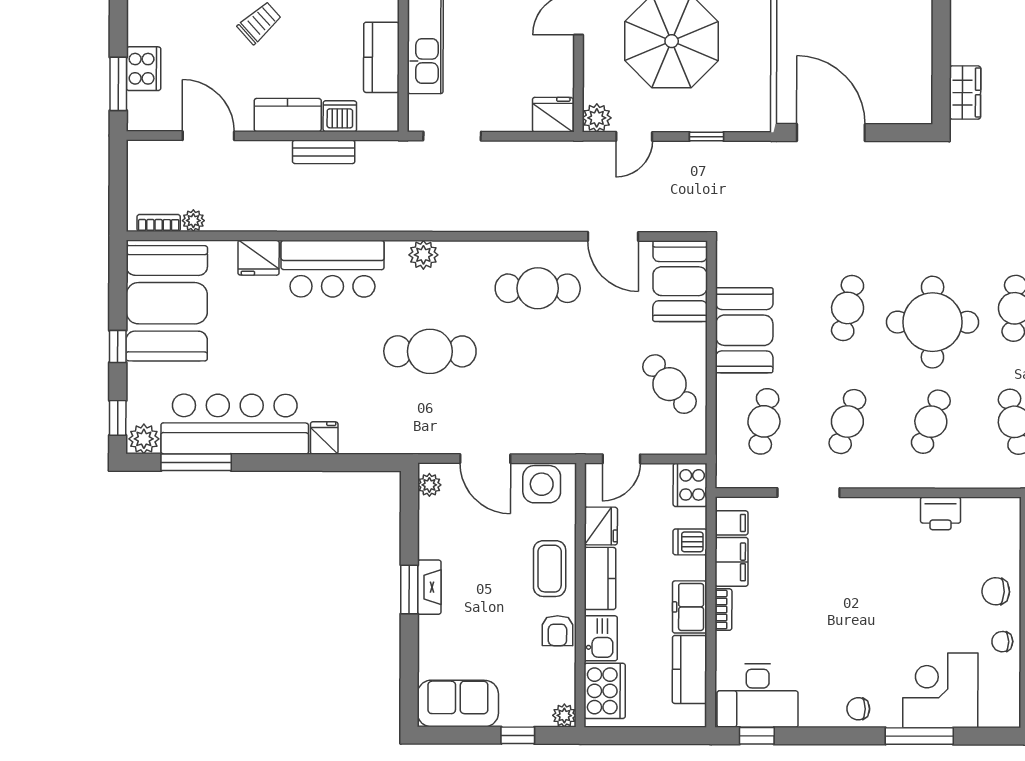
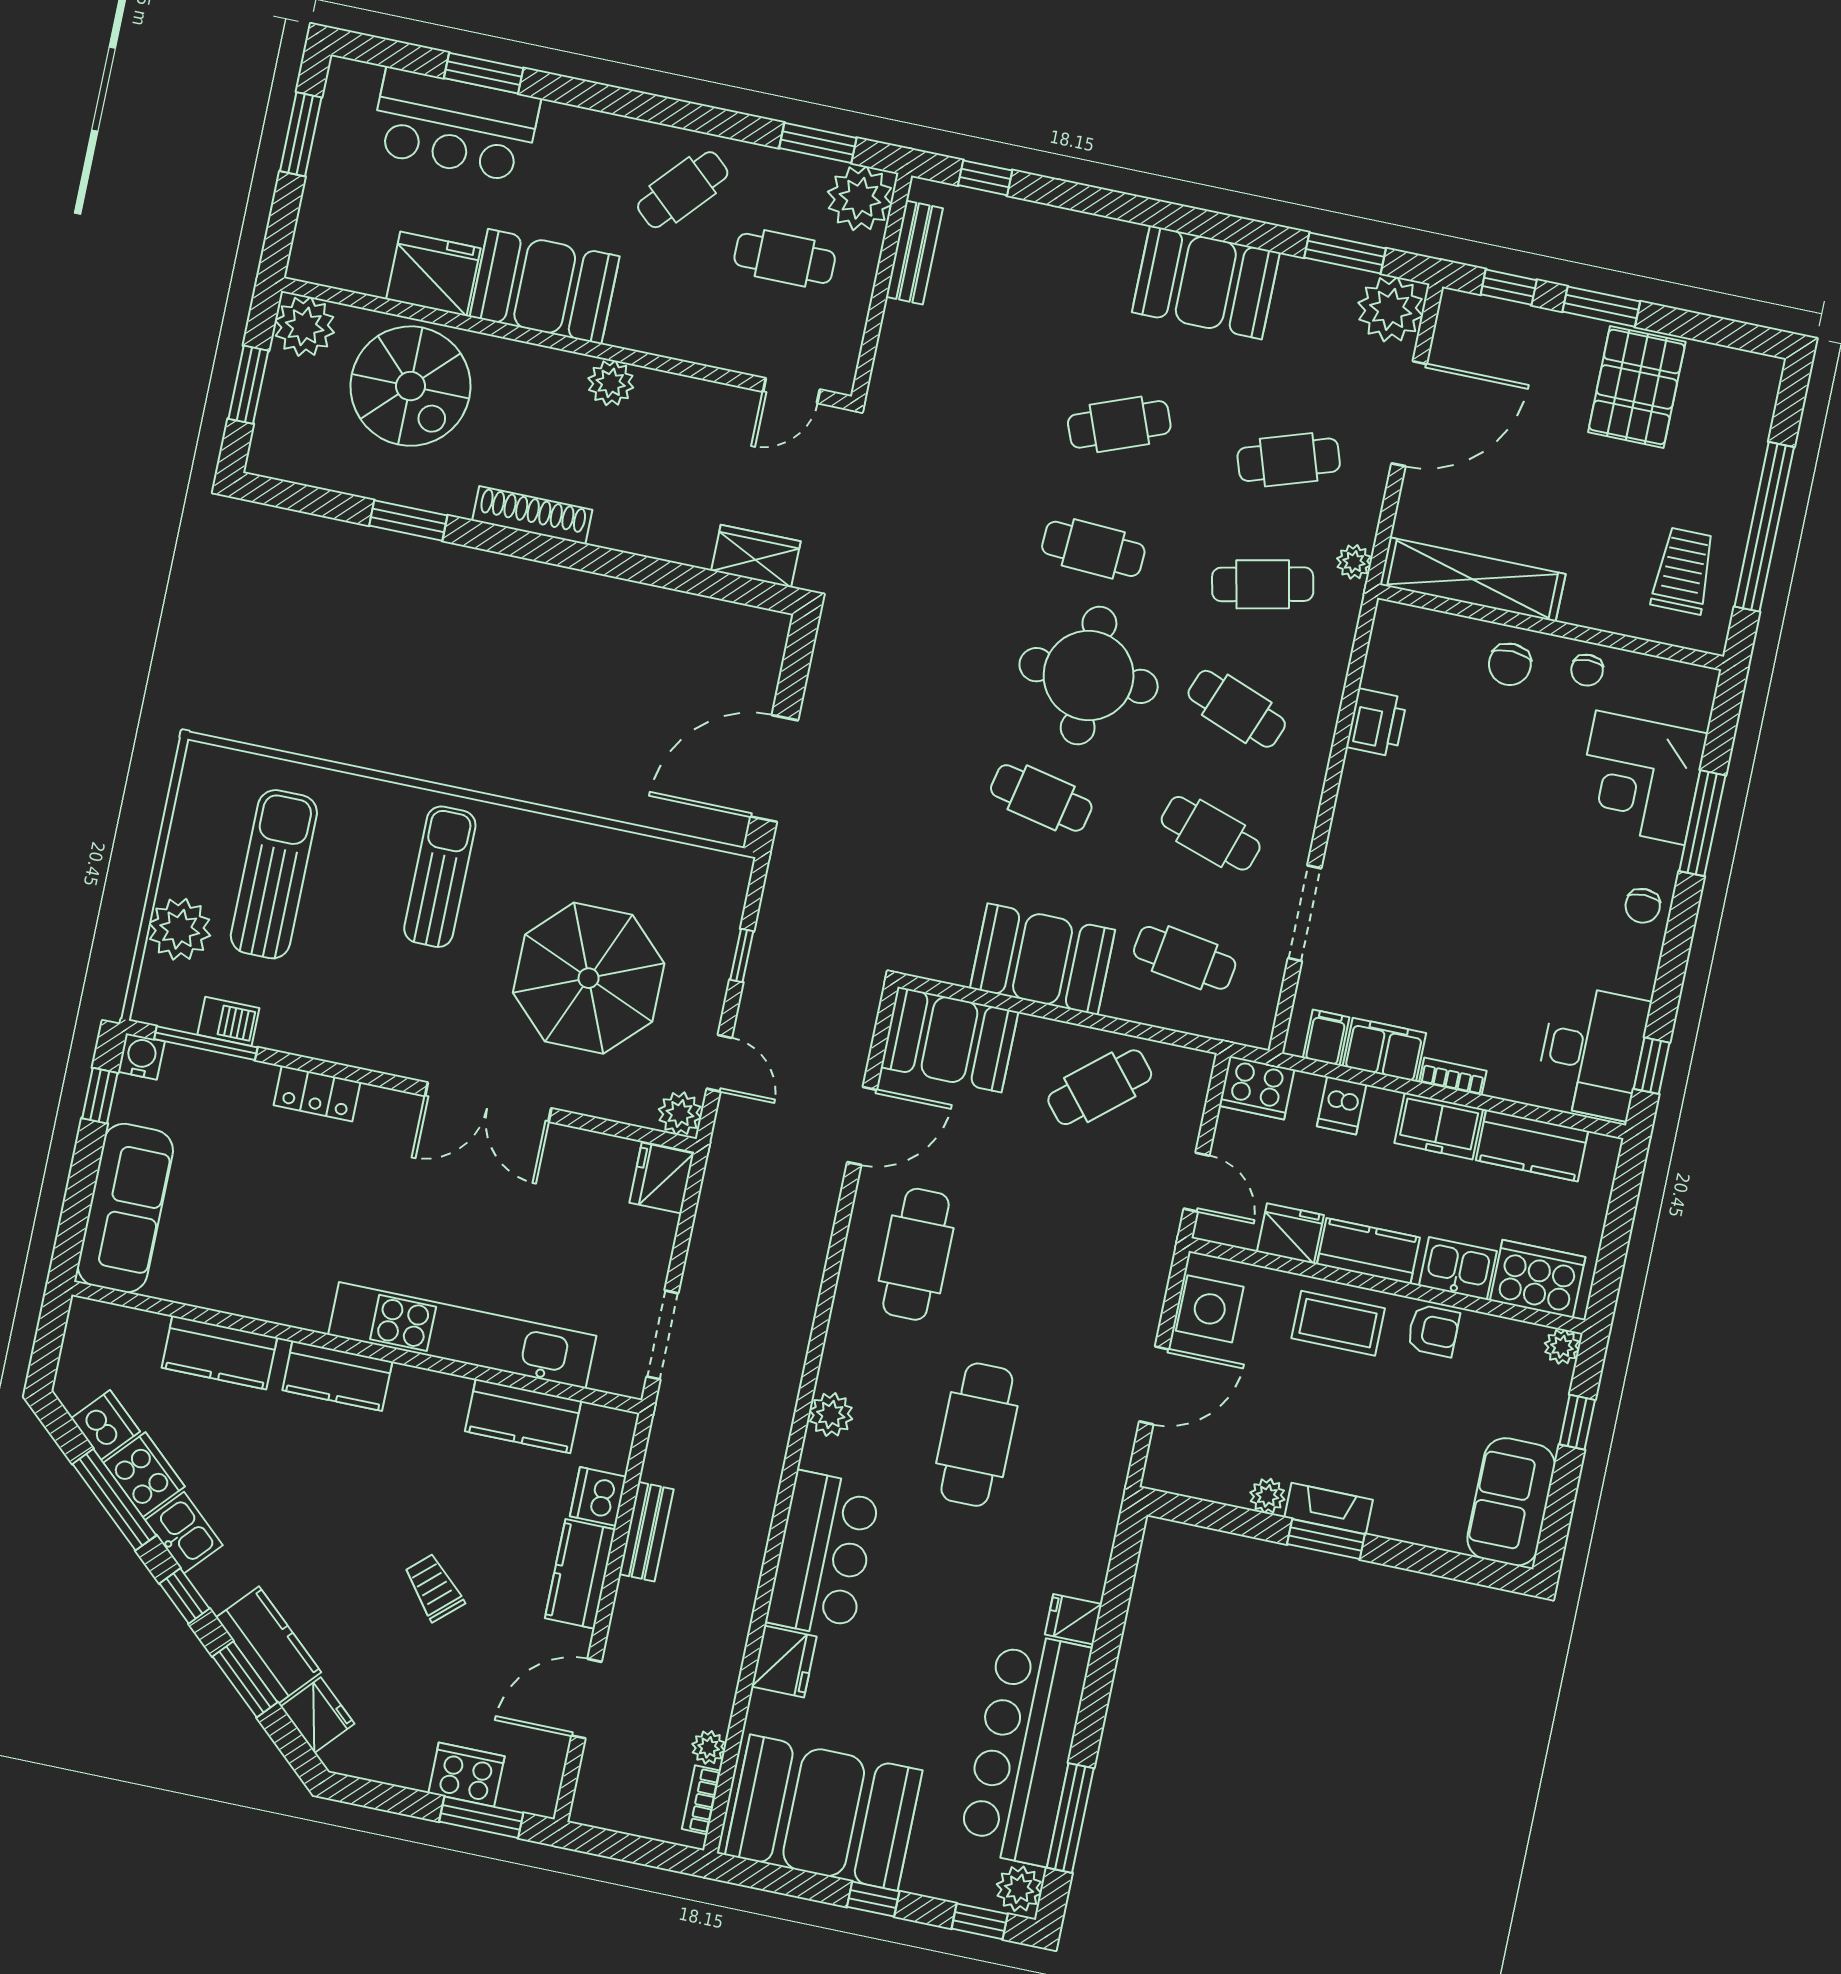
plant: (429, 485) -> (1267, 1496), moved

